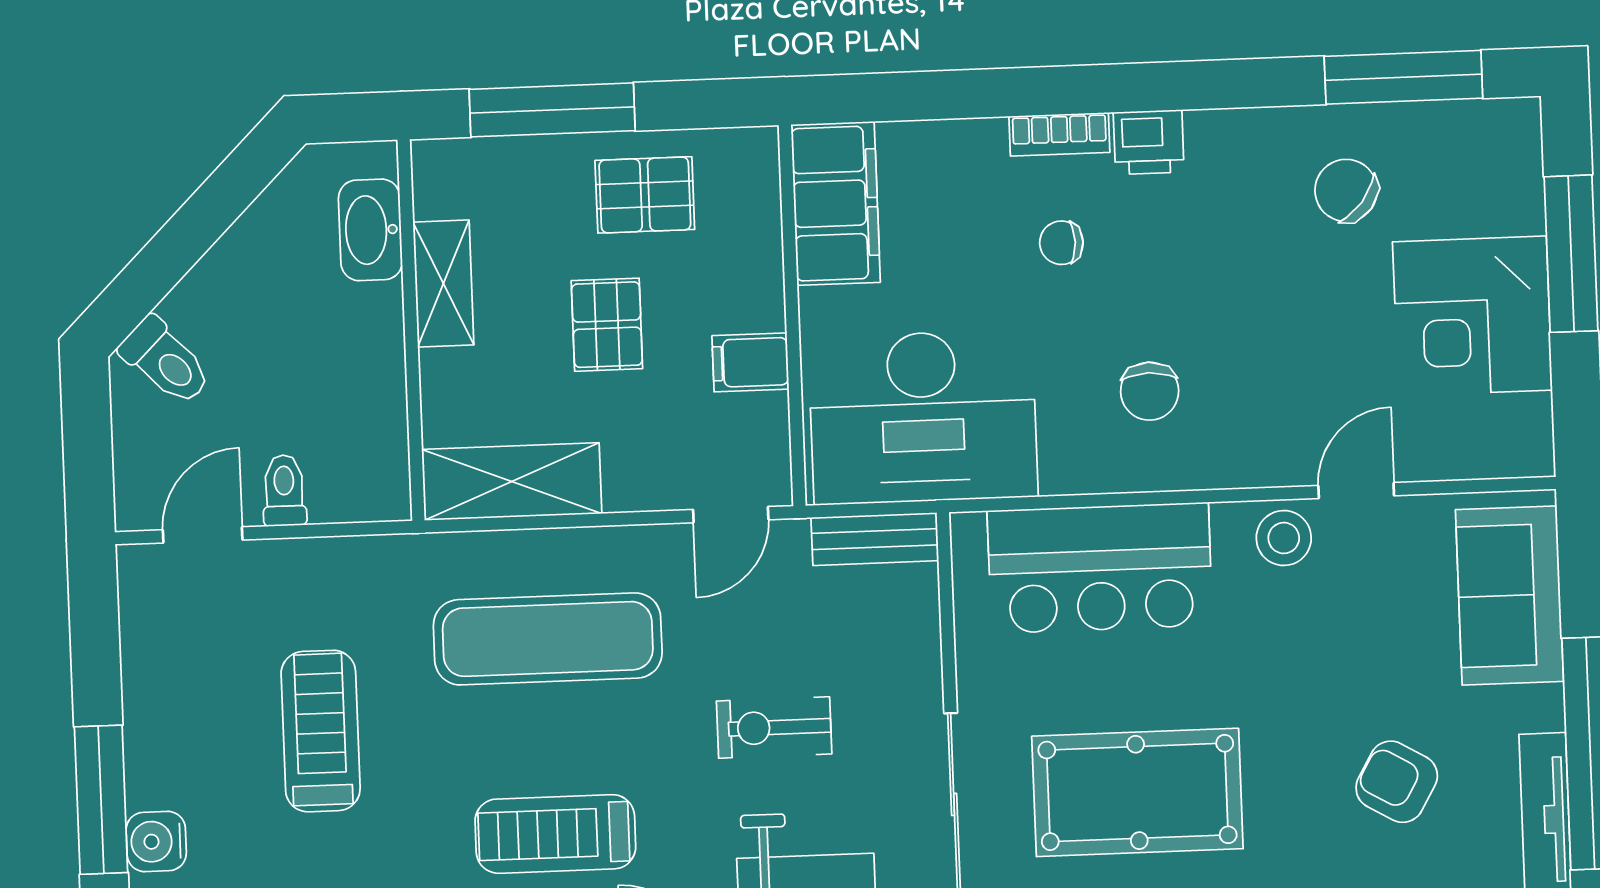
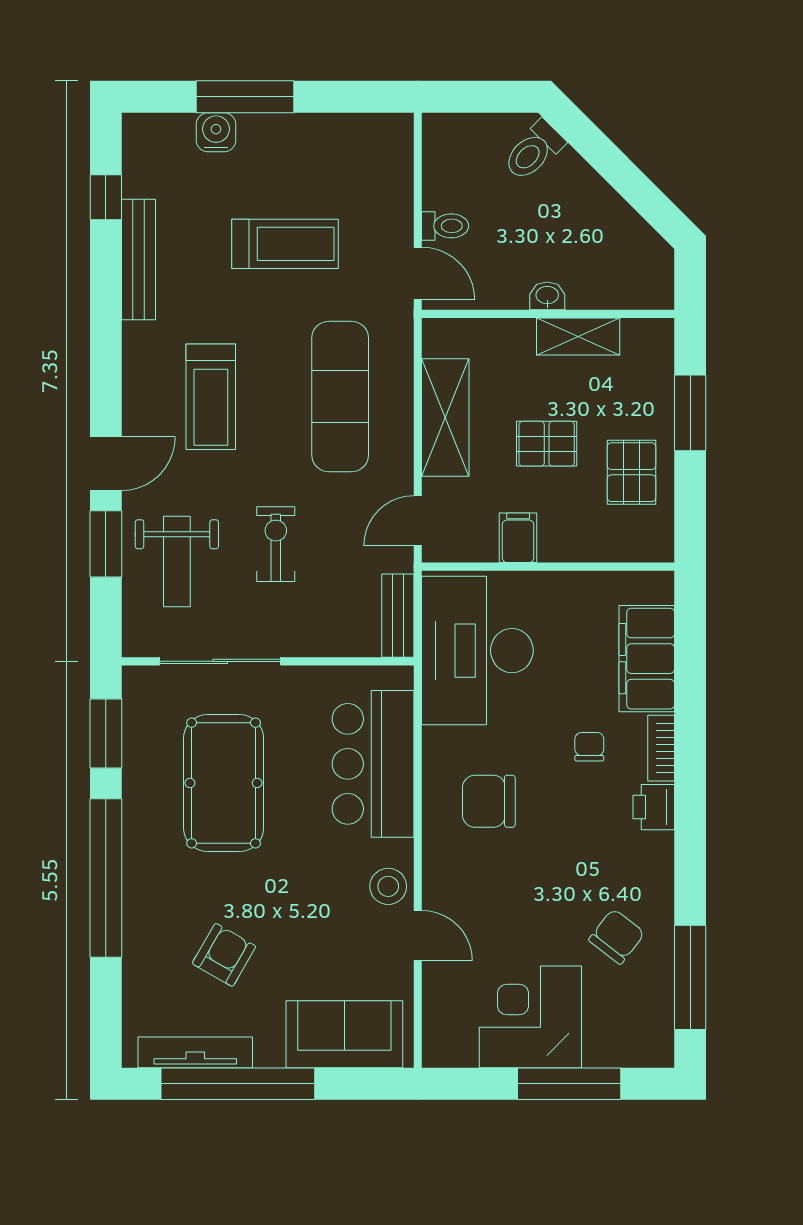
window: (552, 110) -> (690, 413), width x0.69
filing cabinet: (836, 203) -> (647, 659), moved, turned 90
washbasin: (370, 230) -> (547, 296), moved, width x0.52, depth x0.69
chair: (1150, 391) -> (489, 801), width x1.37, depth x1.37
shelving: (512, 482) -> (445, 418), moved
door: (731, 515) -> (418, 521), hinge flipped
door: (203, 535) -> (418, 273), moved
treadmill: (555, 834) -> (211, 397), turned 180

